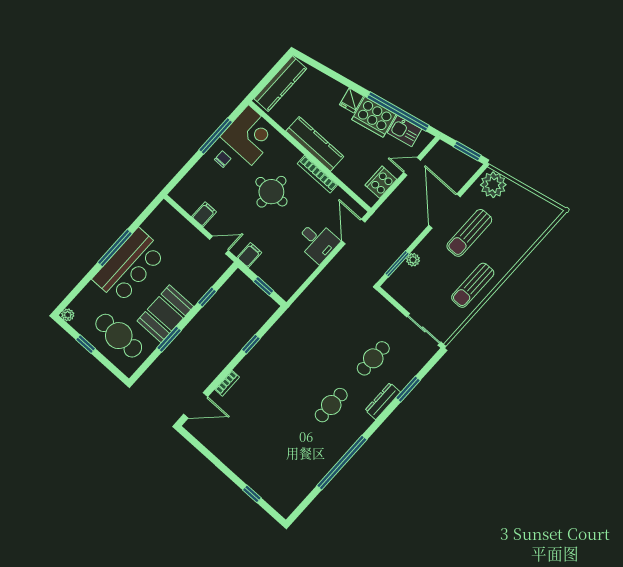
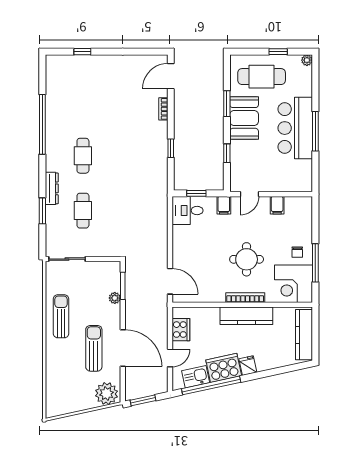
bookcase: (317, 174) -> (245, 298), moved
desk: (317, 242) -> (188, 211), moved

